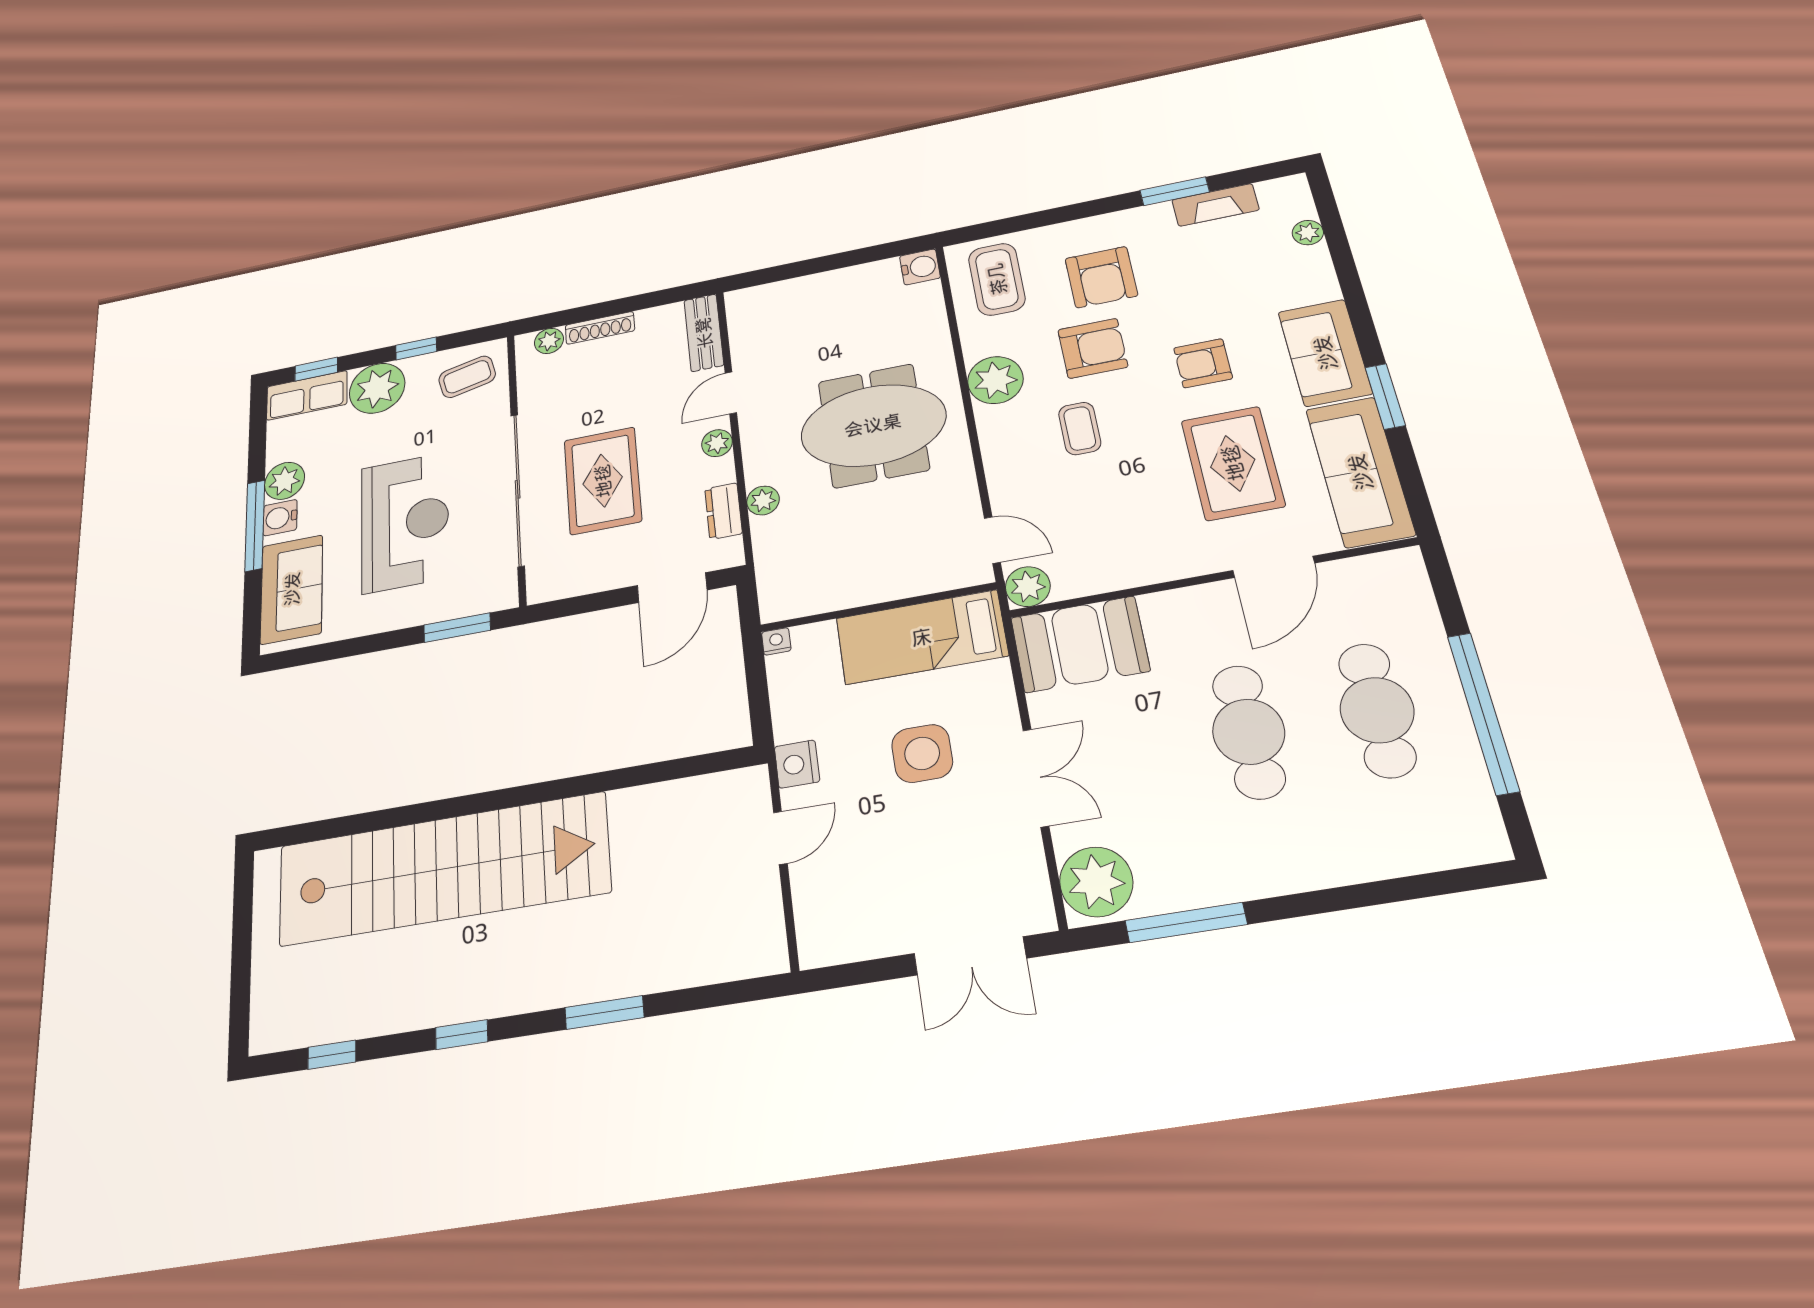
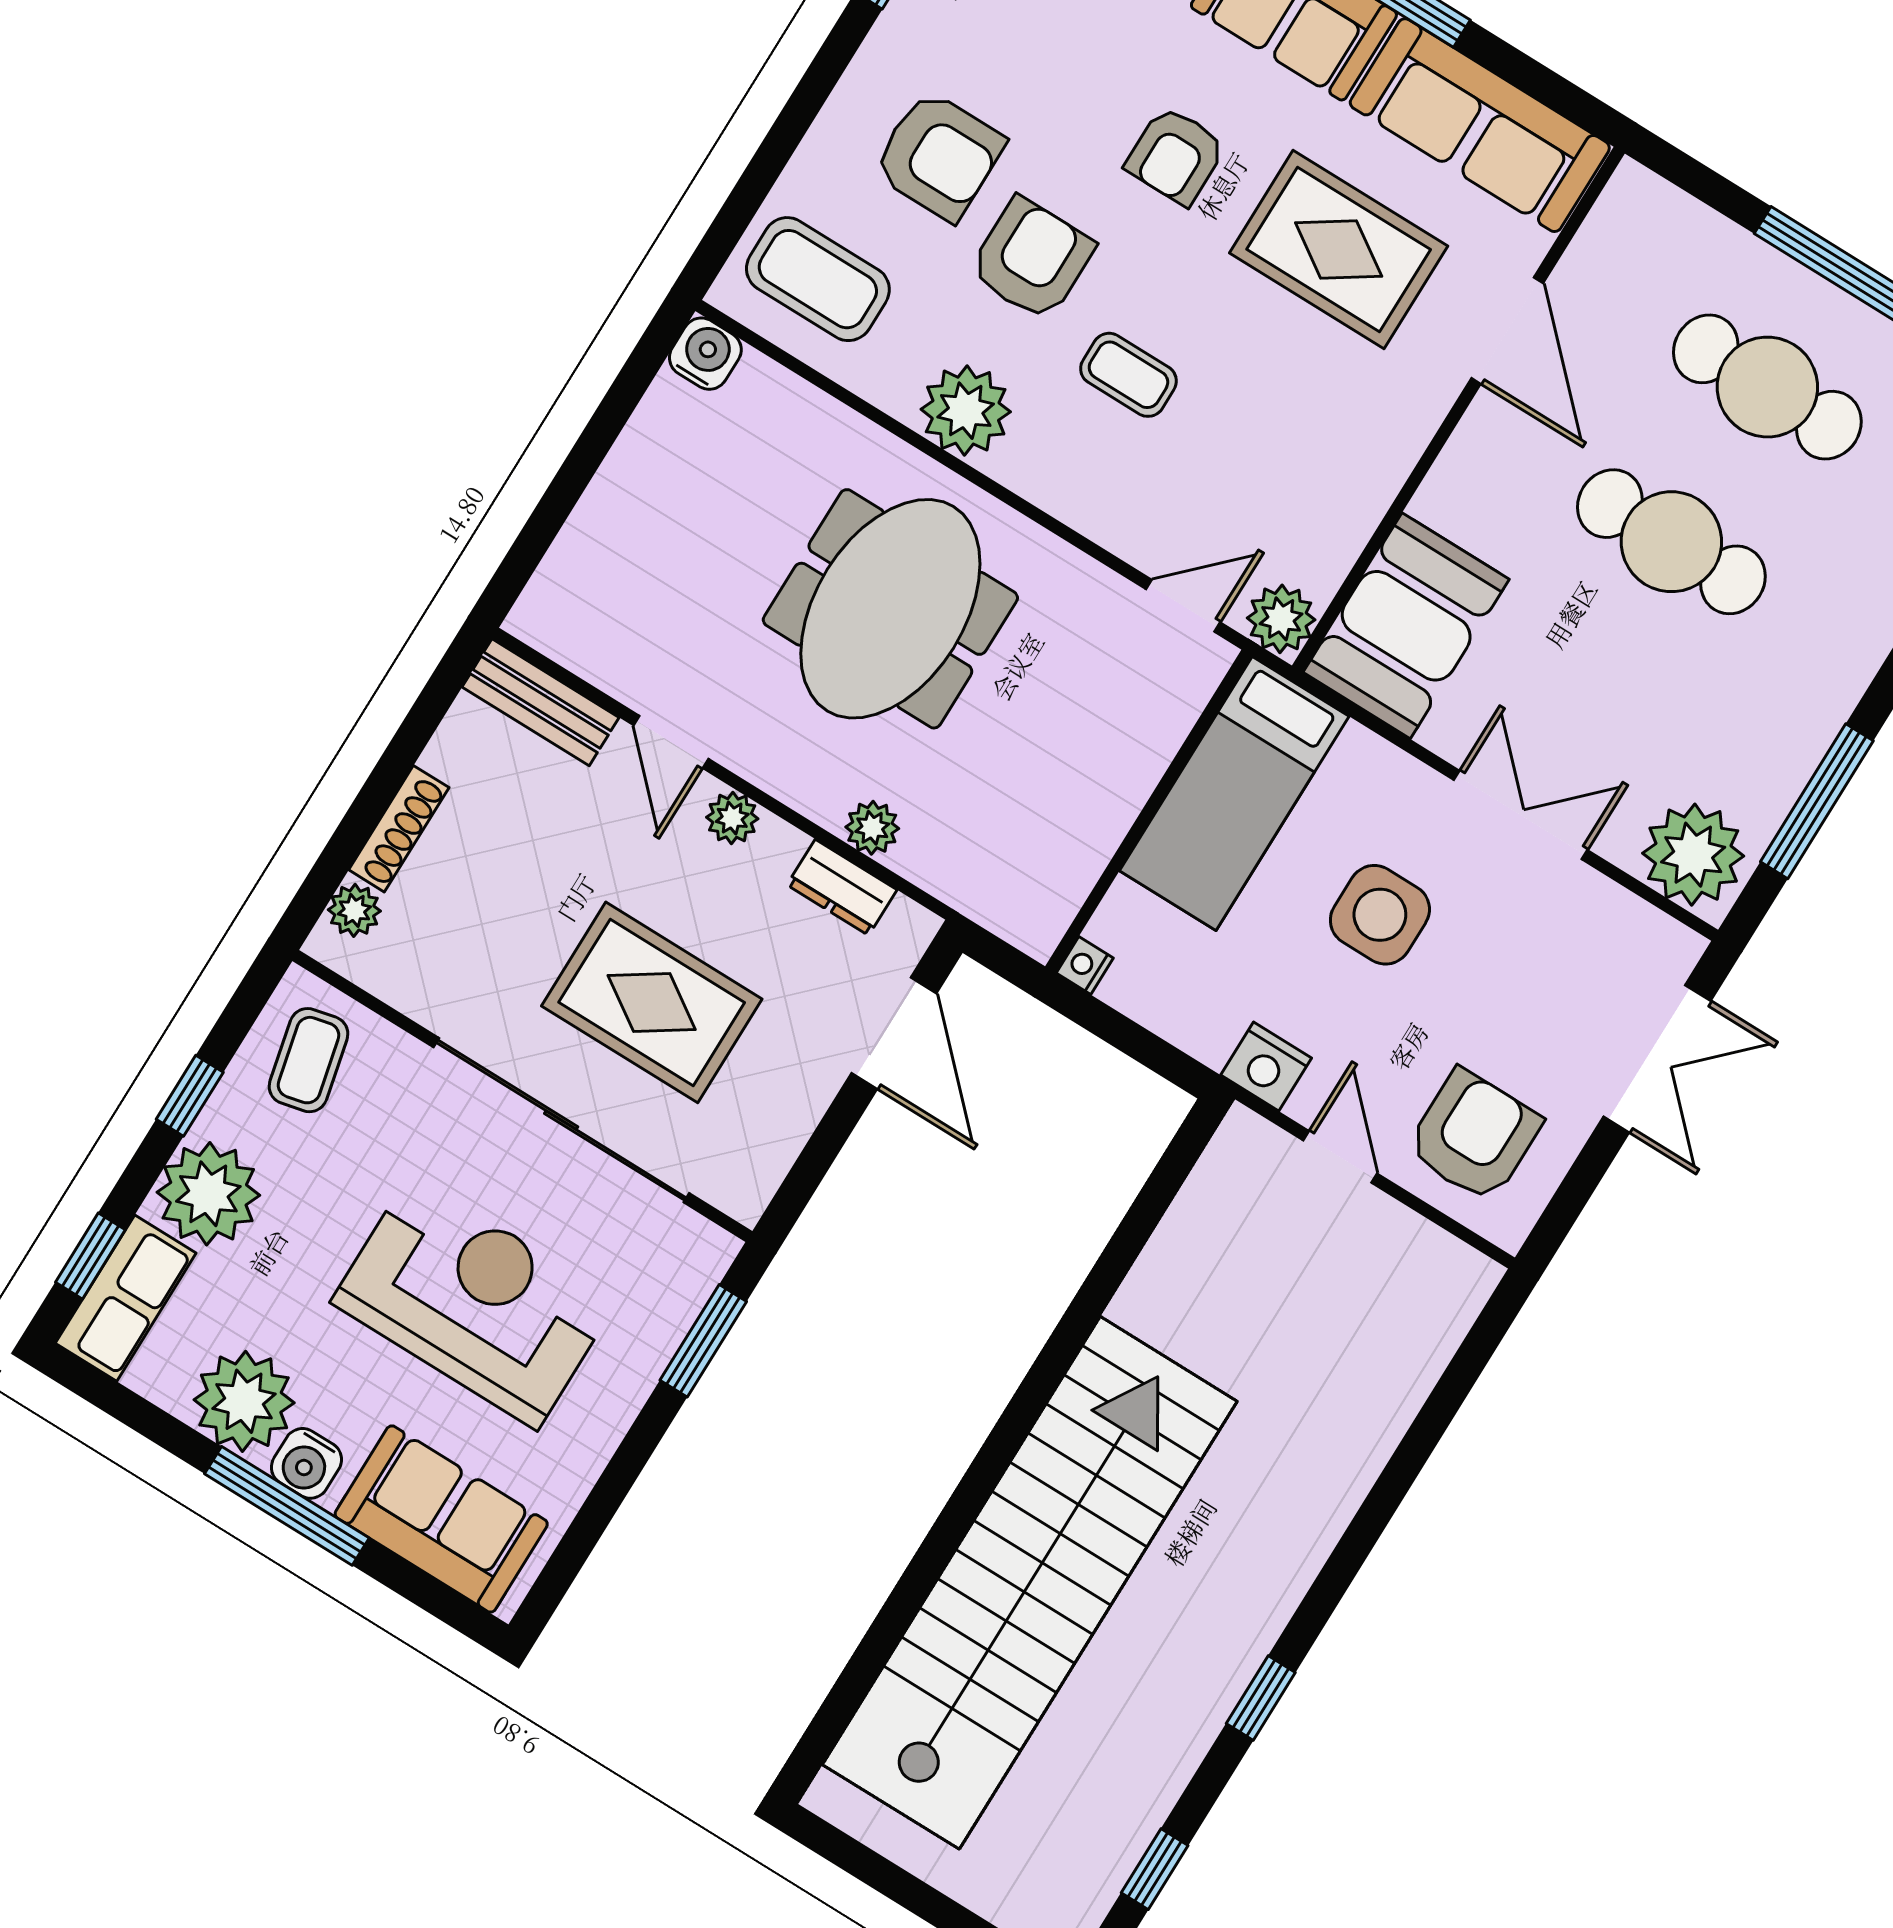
plant: (285, 481) -> (244, 1401), width x1.36, depth x1.36
armchair: (847, 895) -> (1474, 1136), added
window: (604, 1012) -> (1375, 1514), removed

